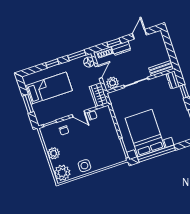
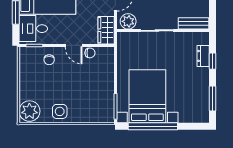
dresser: (173, 80) -> (203, 56), moved
desk: (45, 111) -> (33, 29), added
plant: (54, 153) -> (27, 84), removed

